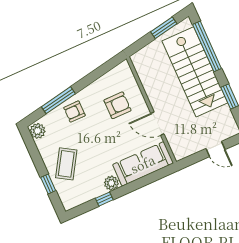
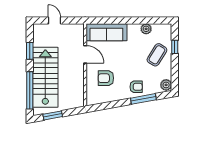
plant: (111, 183) -> (146, 29), moved
window: (104, 199) -> (142, 21), removed

